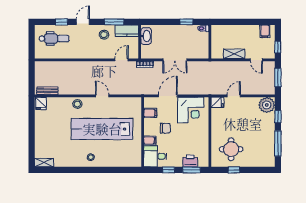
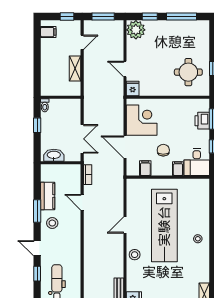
washbasin: (146, 36) -> (54, 155), moved
wall: (140, 42) -> (61, 163), moved

